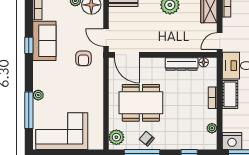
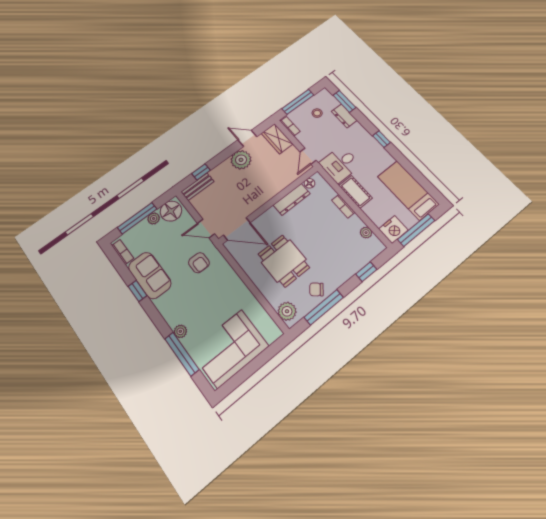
dining table: (141, 103) -> (284, 261), width x0.73

